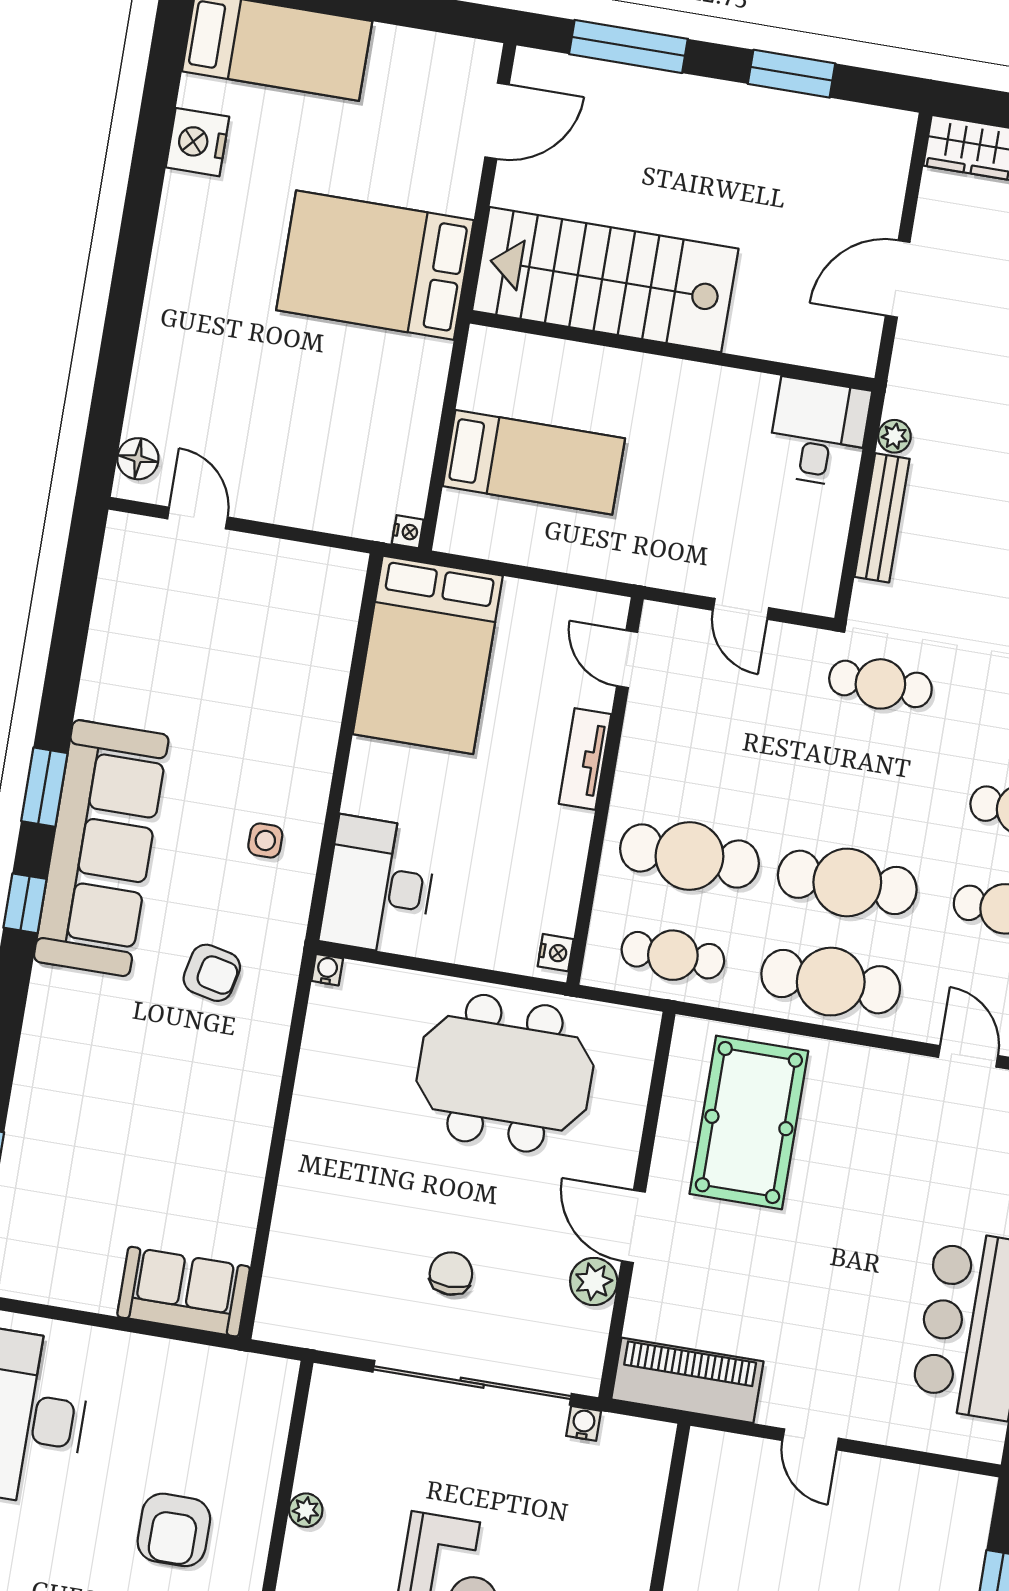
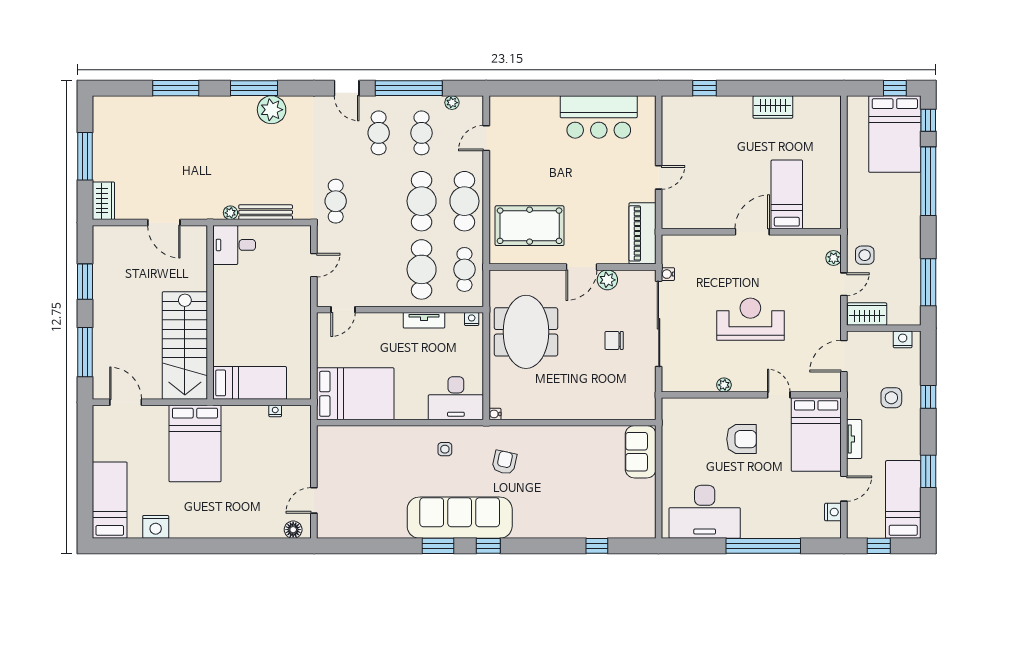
bed: (534, 462) -> (250, 383), moved, turned 90
nightstand: (408, 532) -> (275, 411), moved
tv unit: (585, 759) -> (424, 320), moved

